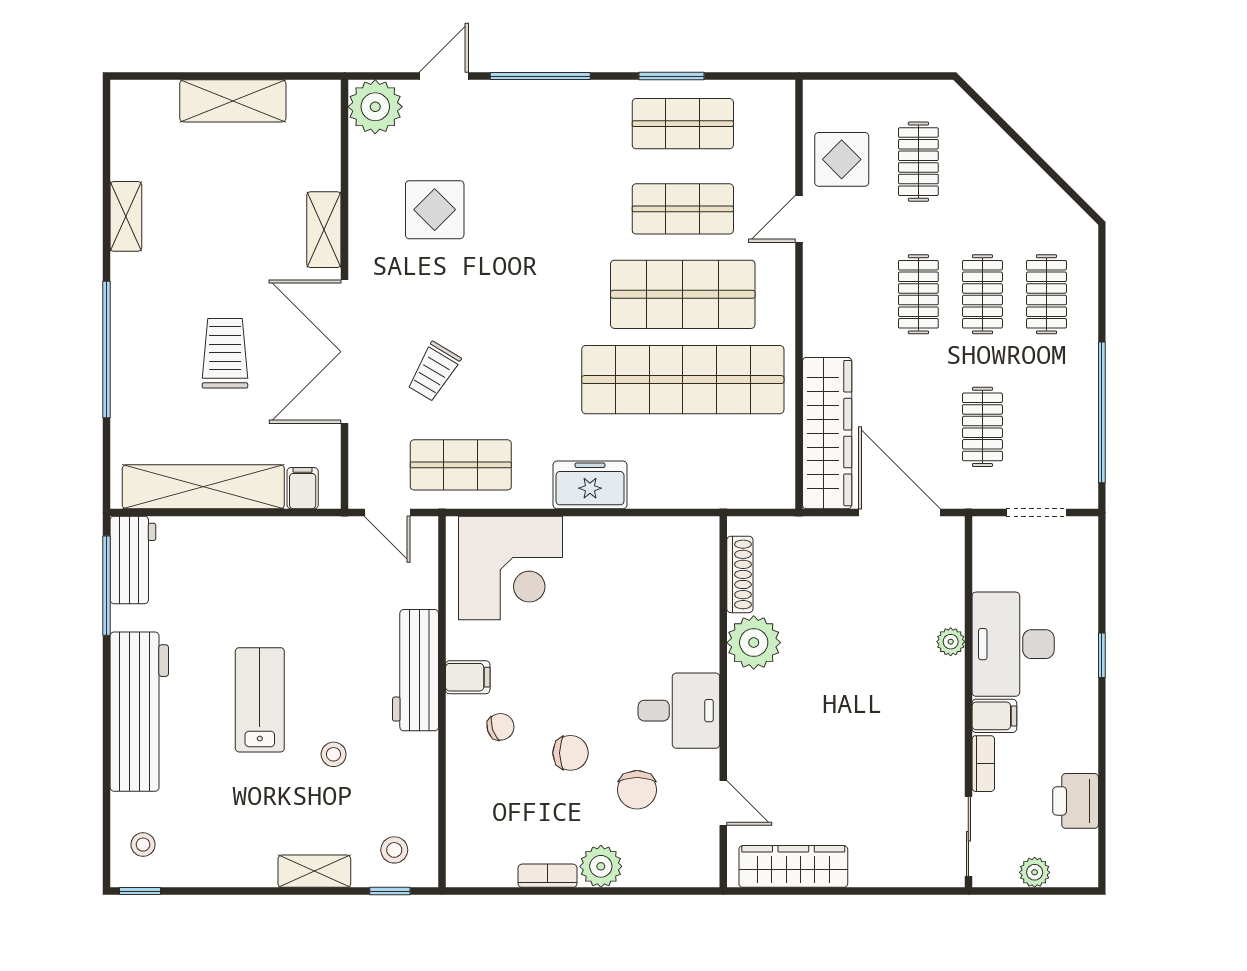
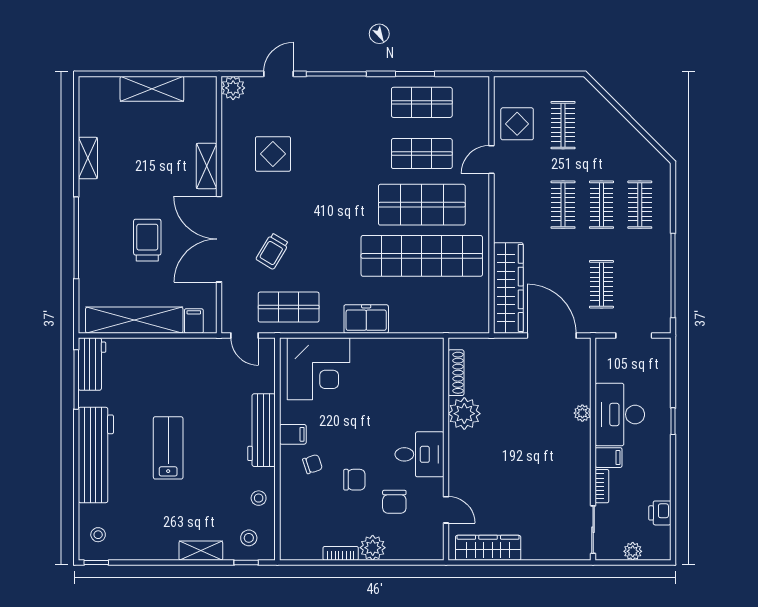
plant: (375, 107) -> (233, 88), width x0.73, depth x0.73
stool: (334, 754) -> (259, 498), moved
printer: (1076, 801) -> (660, 513), width x0.73, depth x0.81

